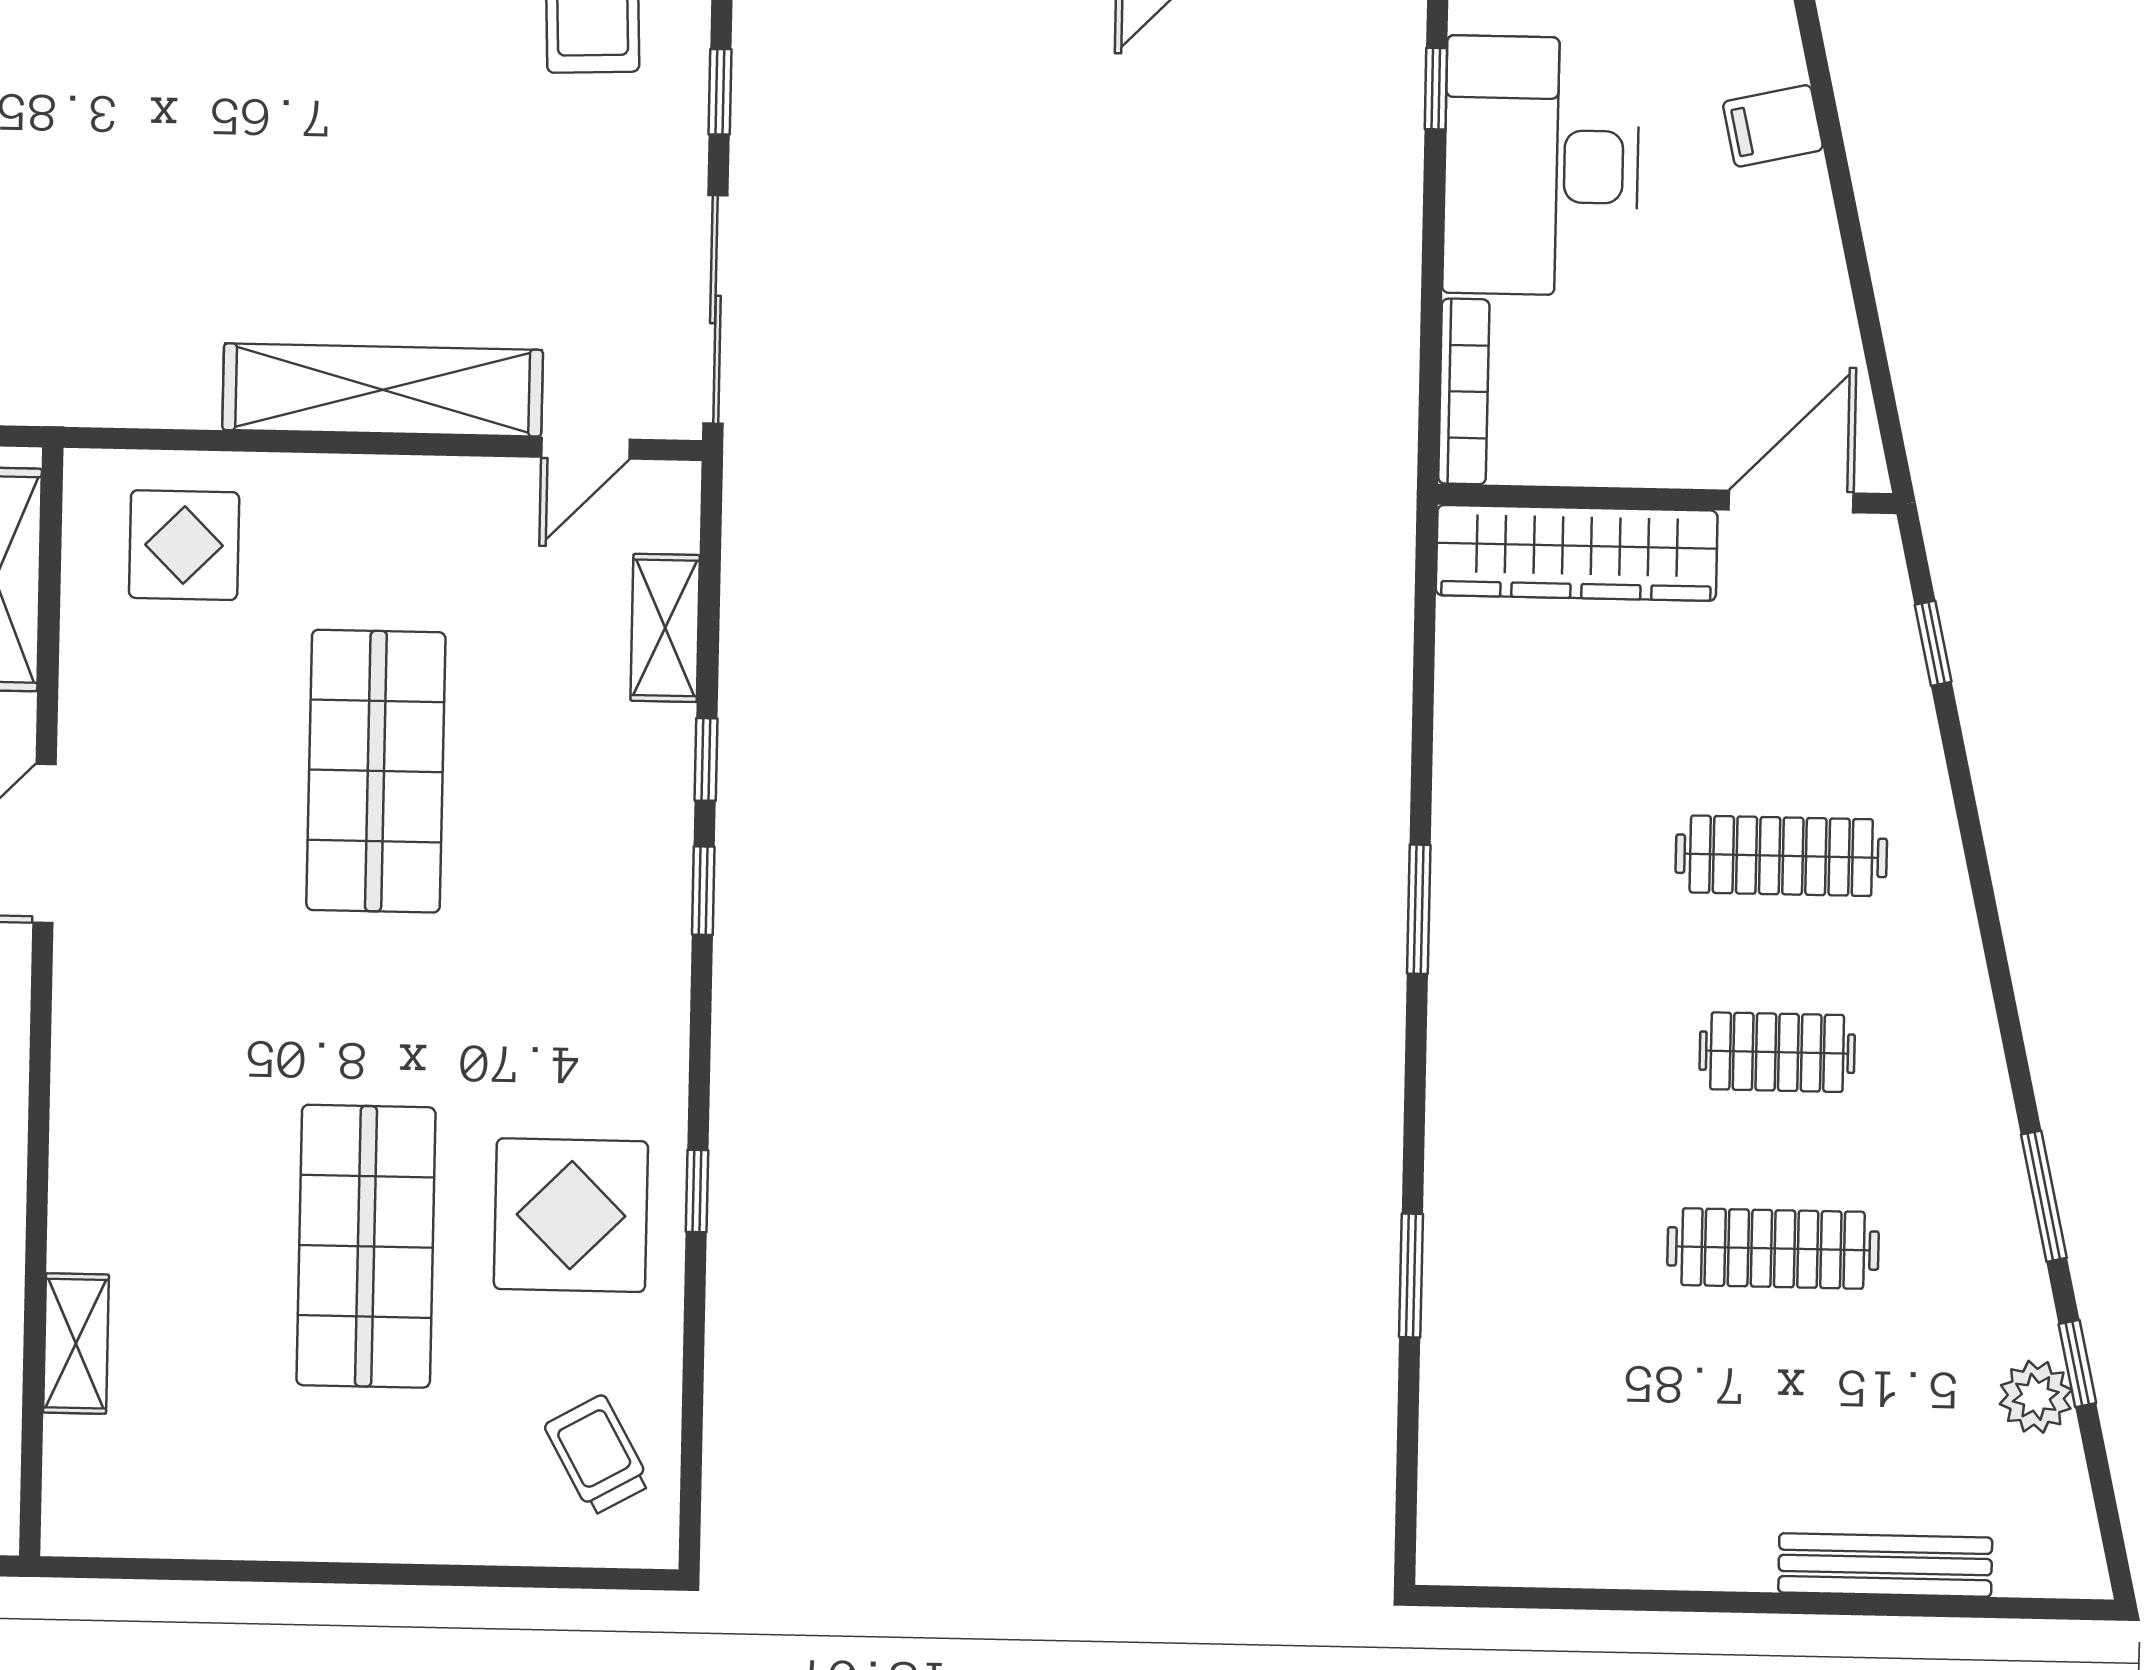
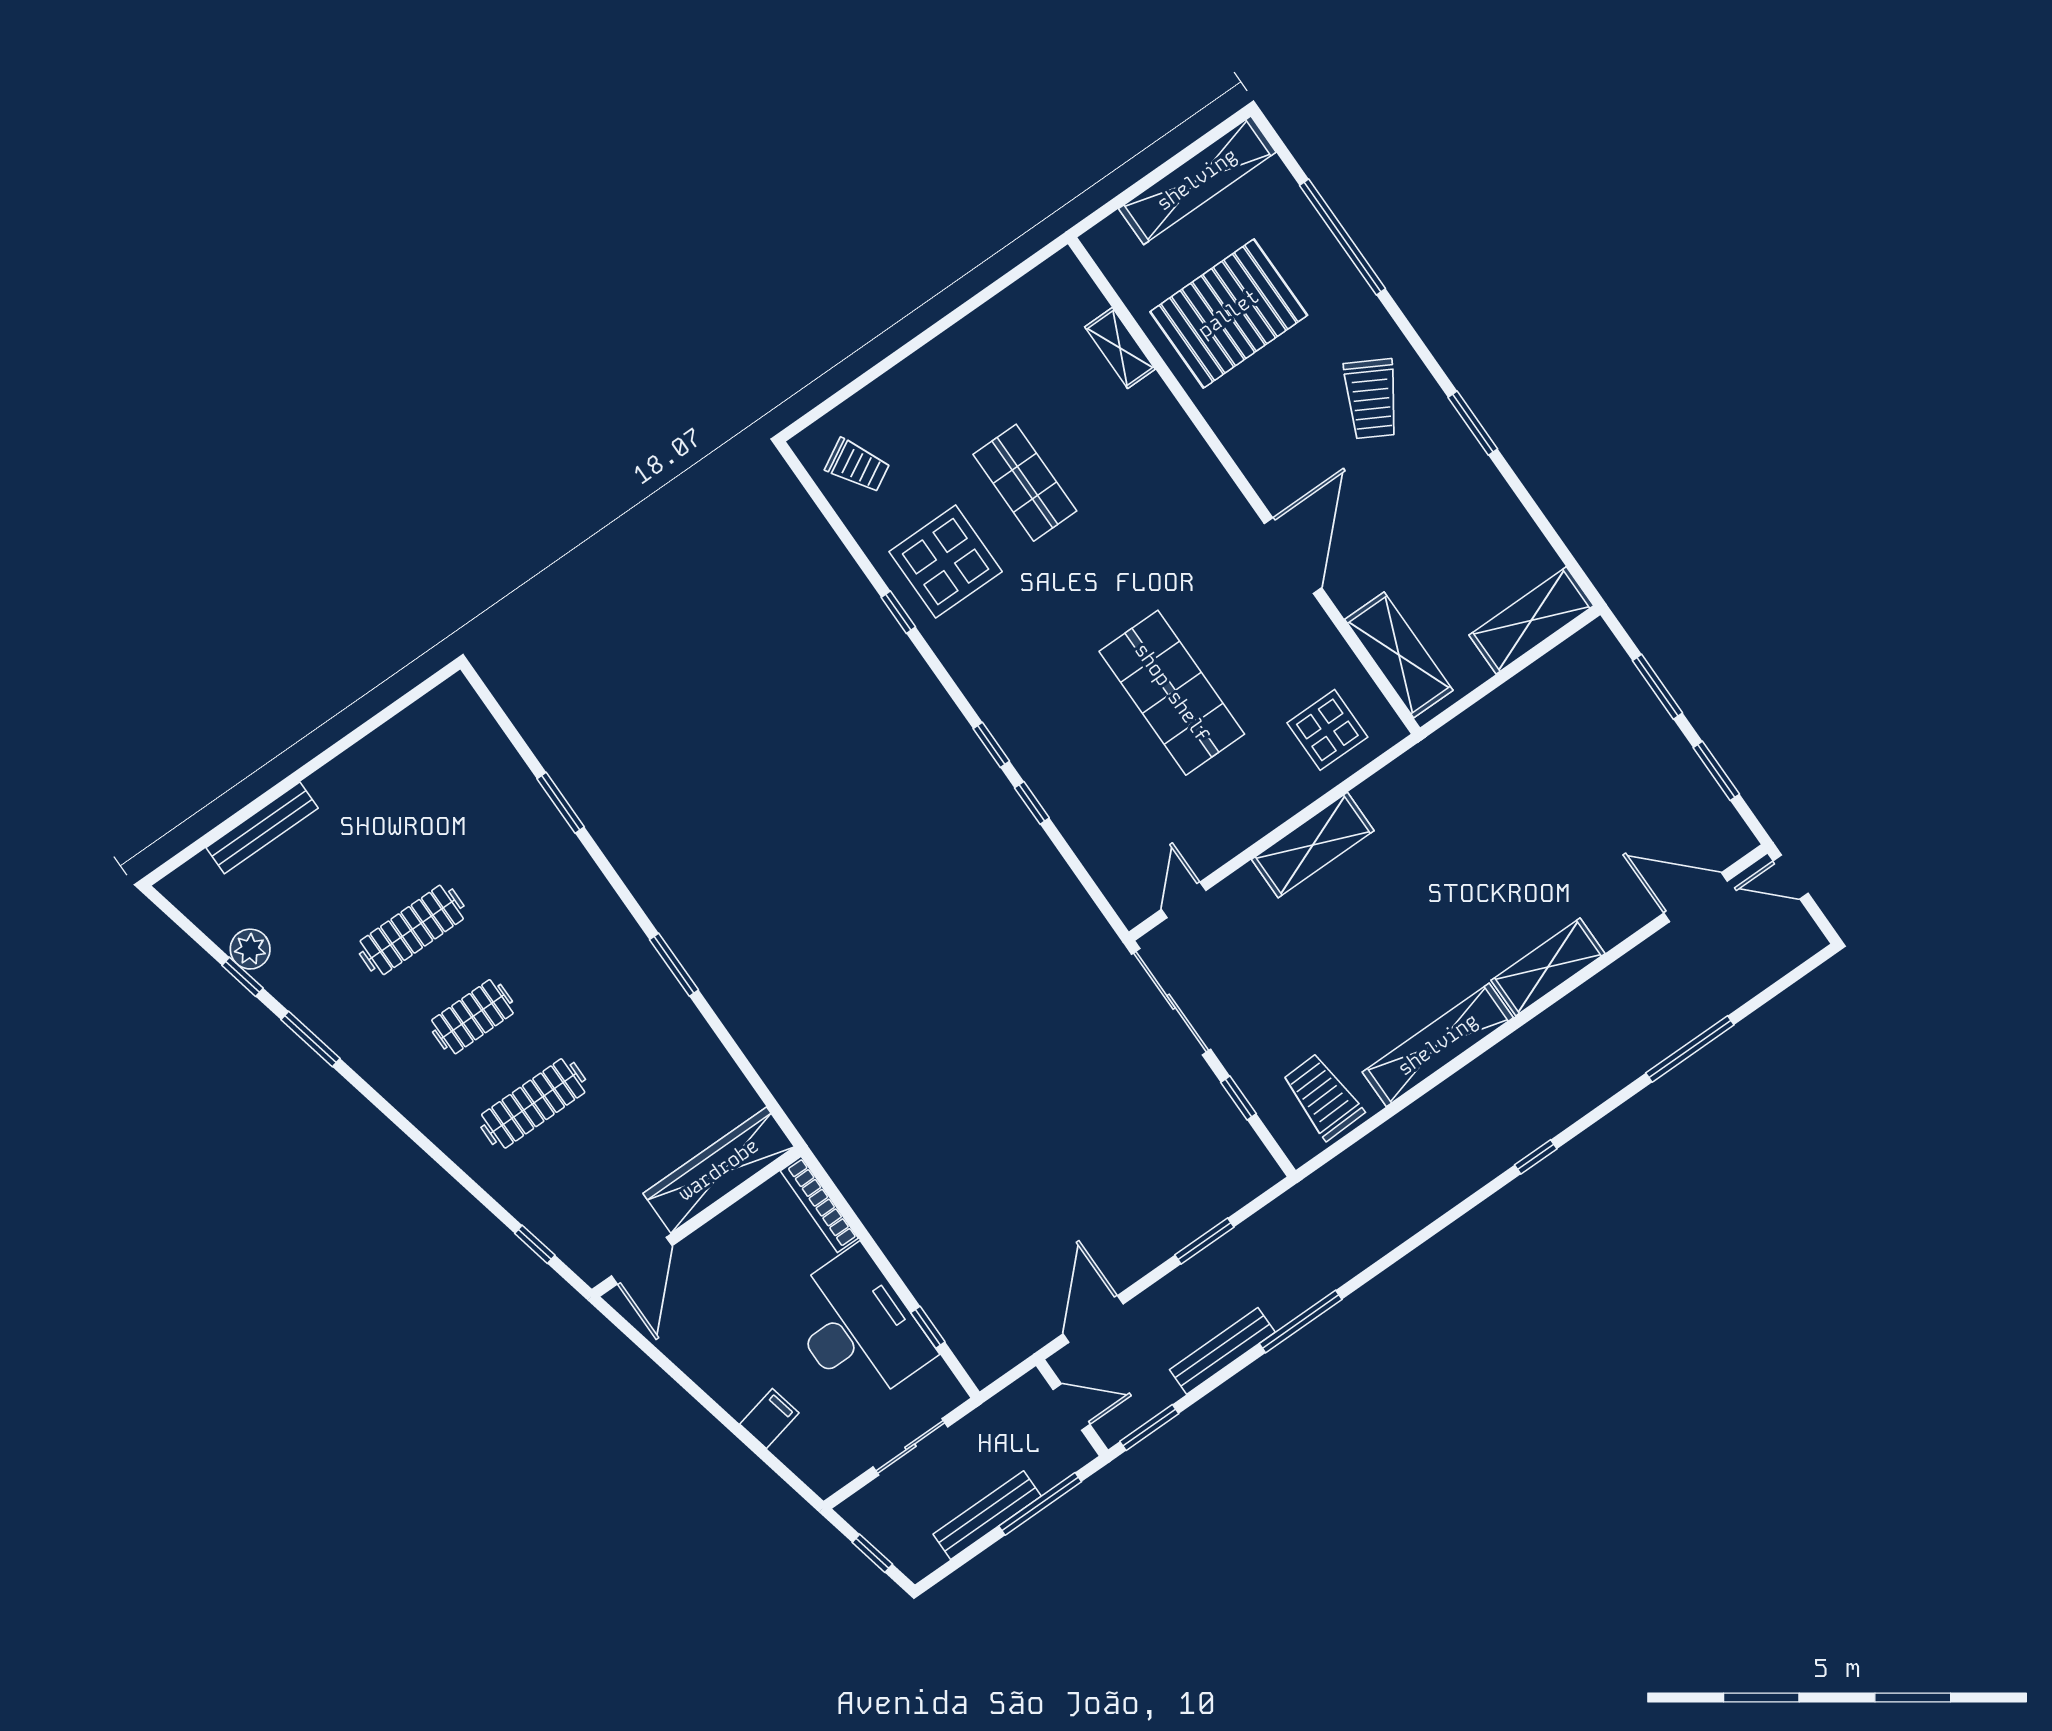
shelving: (383, 390) -> (1313, 845), width x0.68
shelving: (665, 628) -> (1092, 847), removed
shop shelf: (366, 1246) -> (1025, 483), width x0.70, depth x0.74

